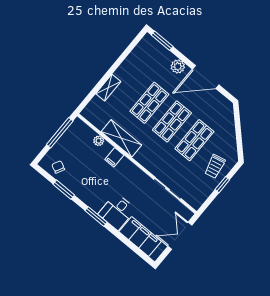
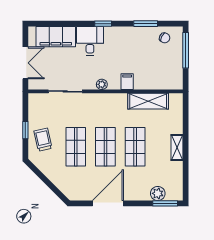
plant: (178, 66) -> (158, 193), moved
shelving: (108, 88) -> (177, 147), moved
window: (60, 133) -> (186, 50), moved
shelving: (121, 138) -> (148, 101), moved
plant: (99, 141) -> (102, 84), moved
window: (96, 216) -> (103, 24), width x0.67

